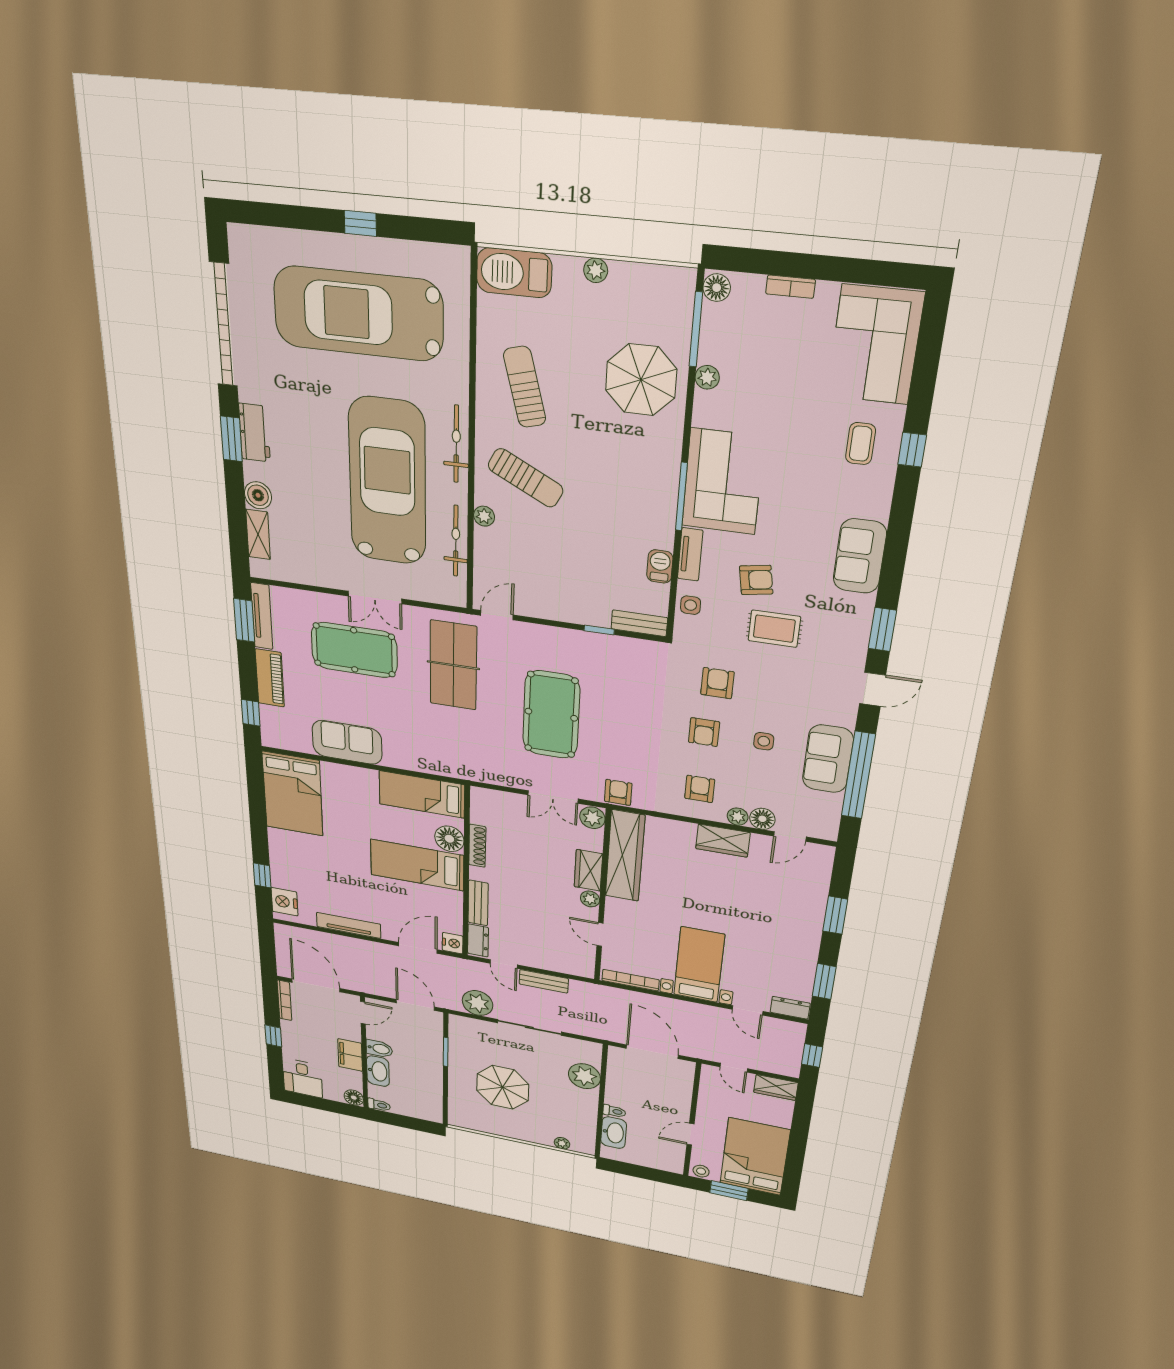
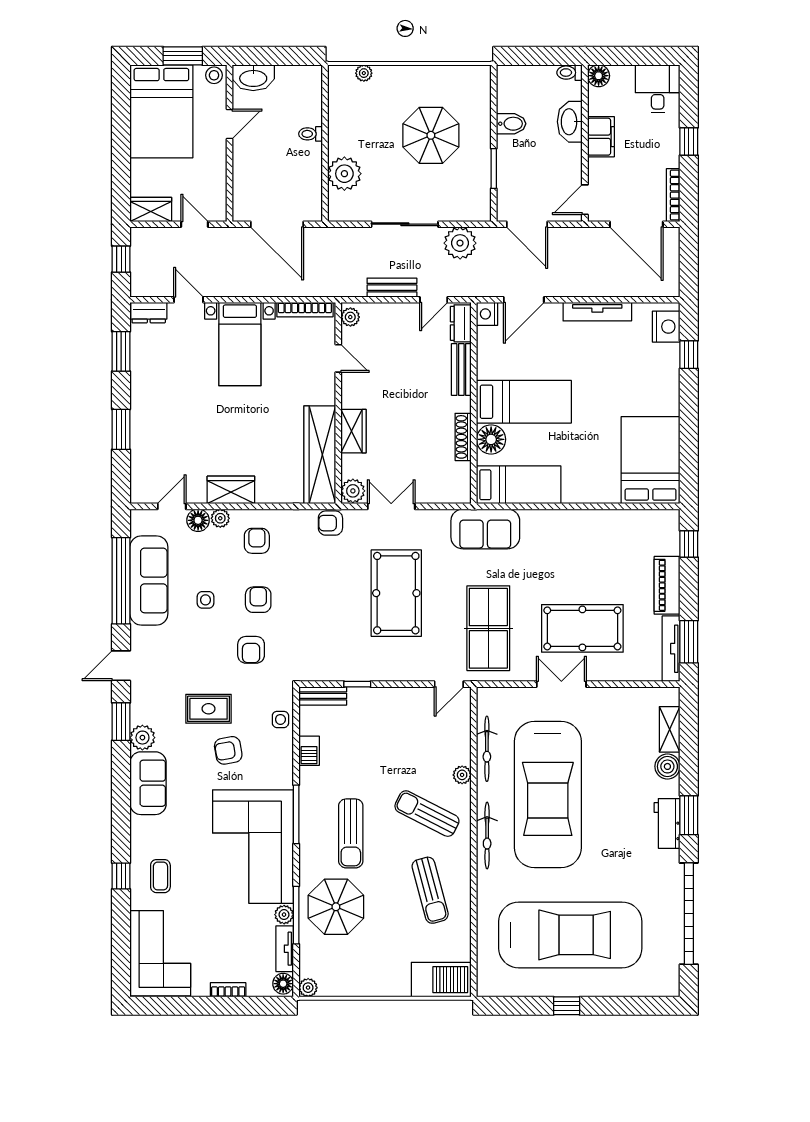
plant: (596, 270) -> (308, 988), moved
window: (696, 330) -> (296, 915), moved
sun lounger: (617, 466) -> (351, 833), added
corner sofa: (723, 482) -> (253, 847), width x1.36, depth x1.36
tv unit: (690, 554) -> (285, 949), moved
plant: (859, 608) -> (142, 738), added
sofa: (347, 742) -> (485, 529), moved
sofa: (828, 759) -> (149, 580), width x1.36
armchair: (700, 789) -> (257, 541), turned 180
armchair: (618, 792) -> (330, 523), turned 90
plant: (590, 899) -> (350, 317), moved
door: (504, 964) -> (434, 300), swing flipped
bidet: (379, 1049) -> (511, 124), moved, turned 180
washbasin: (614, 1133) -> (253, 78), moved, turned -90

